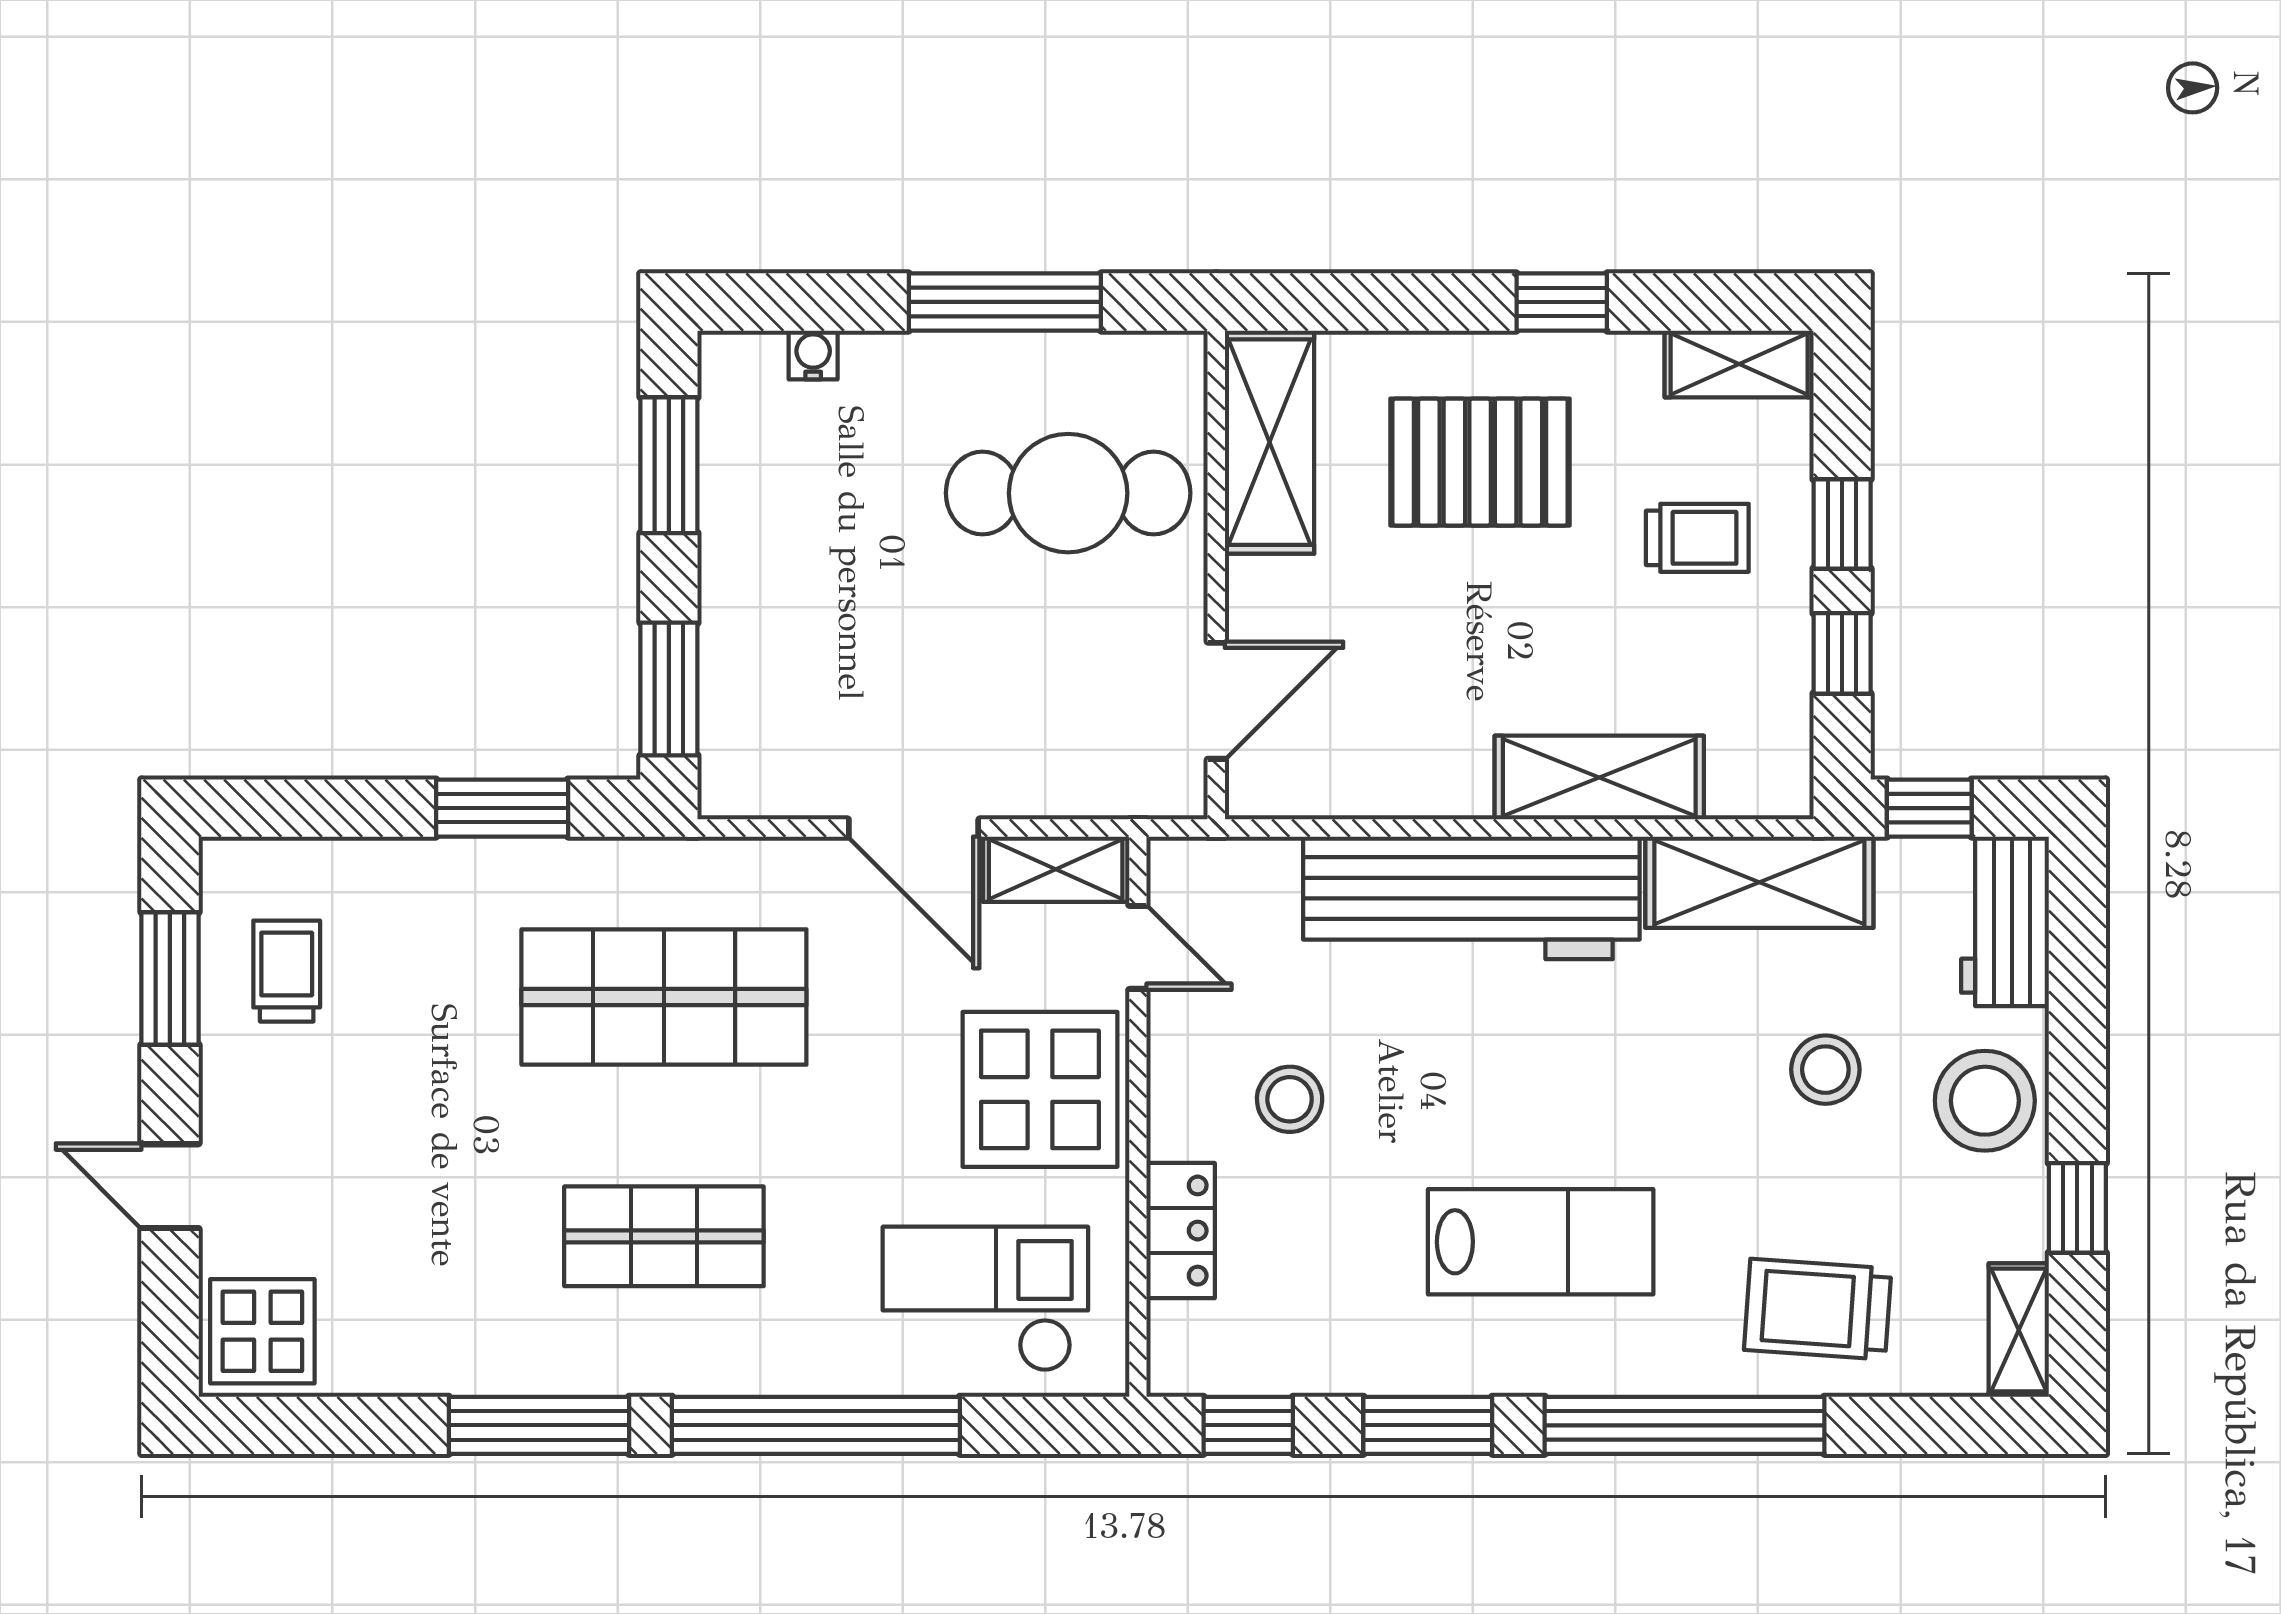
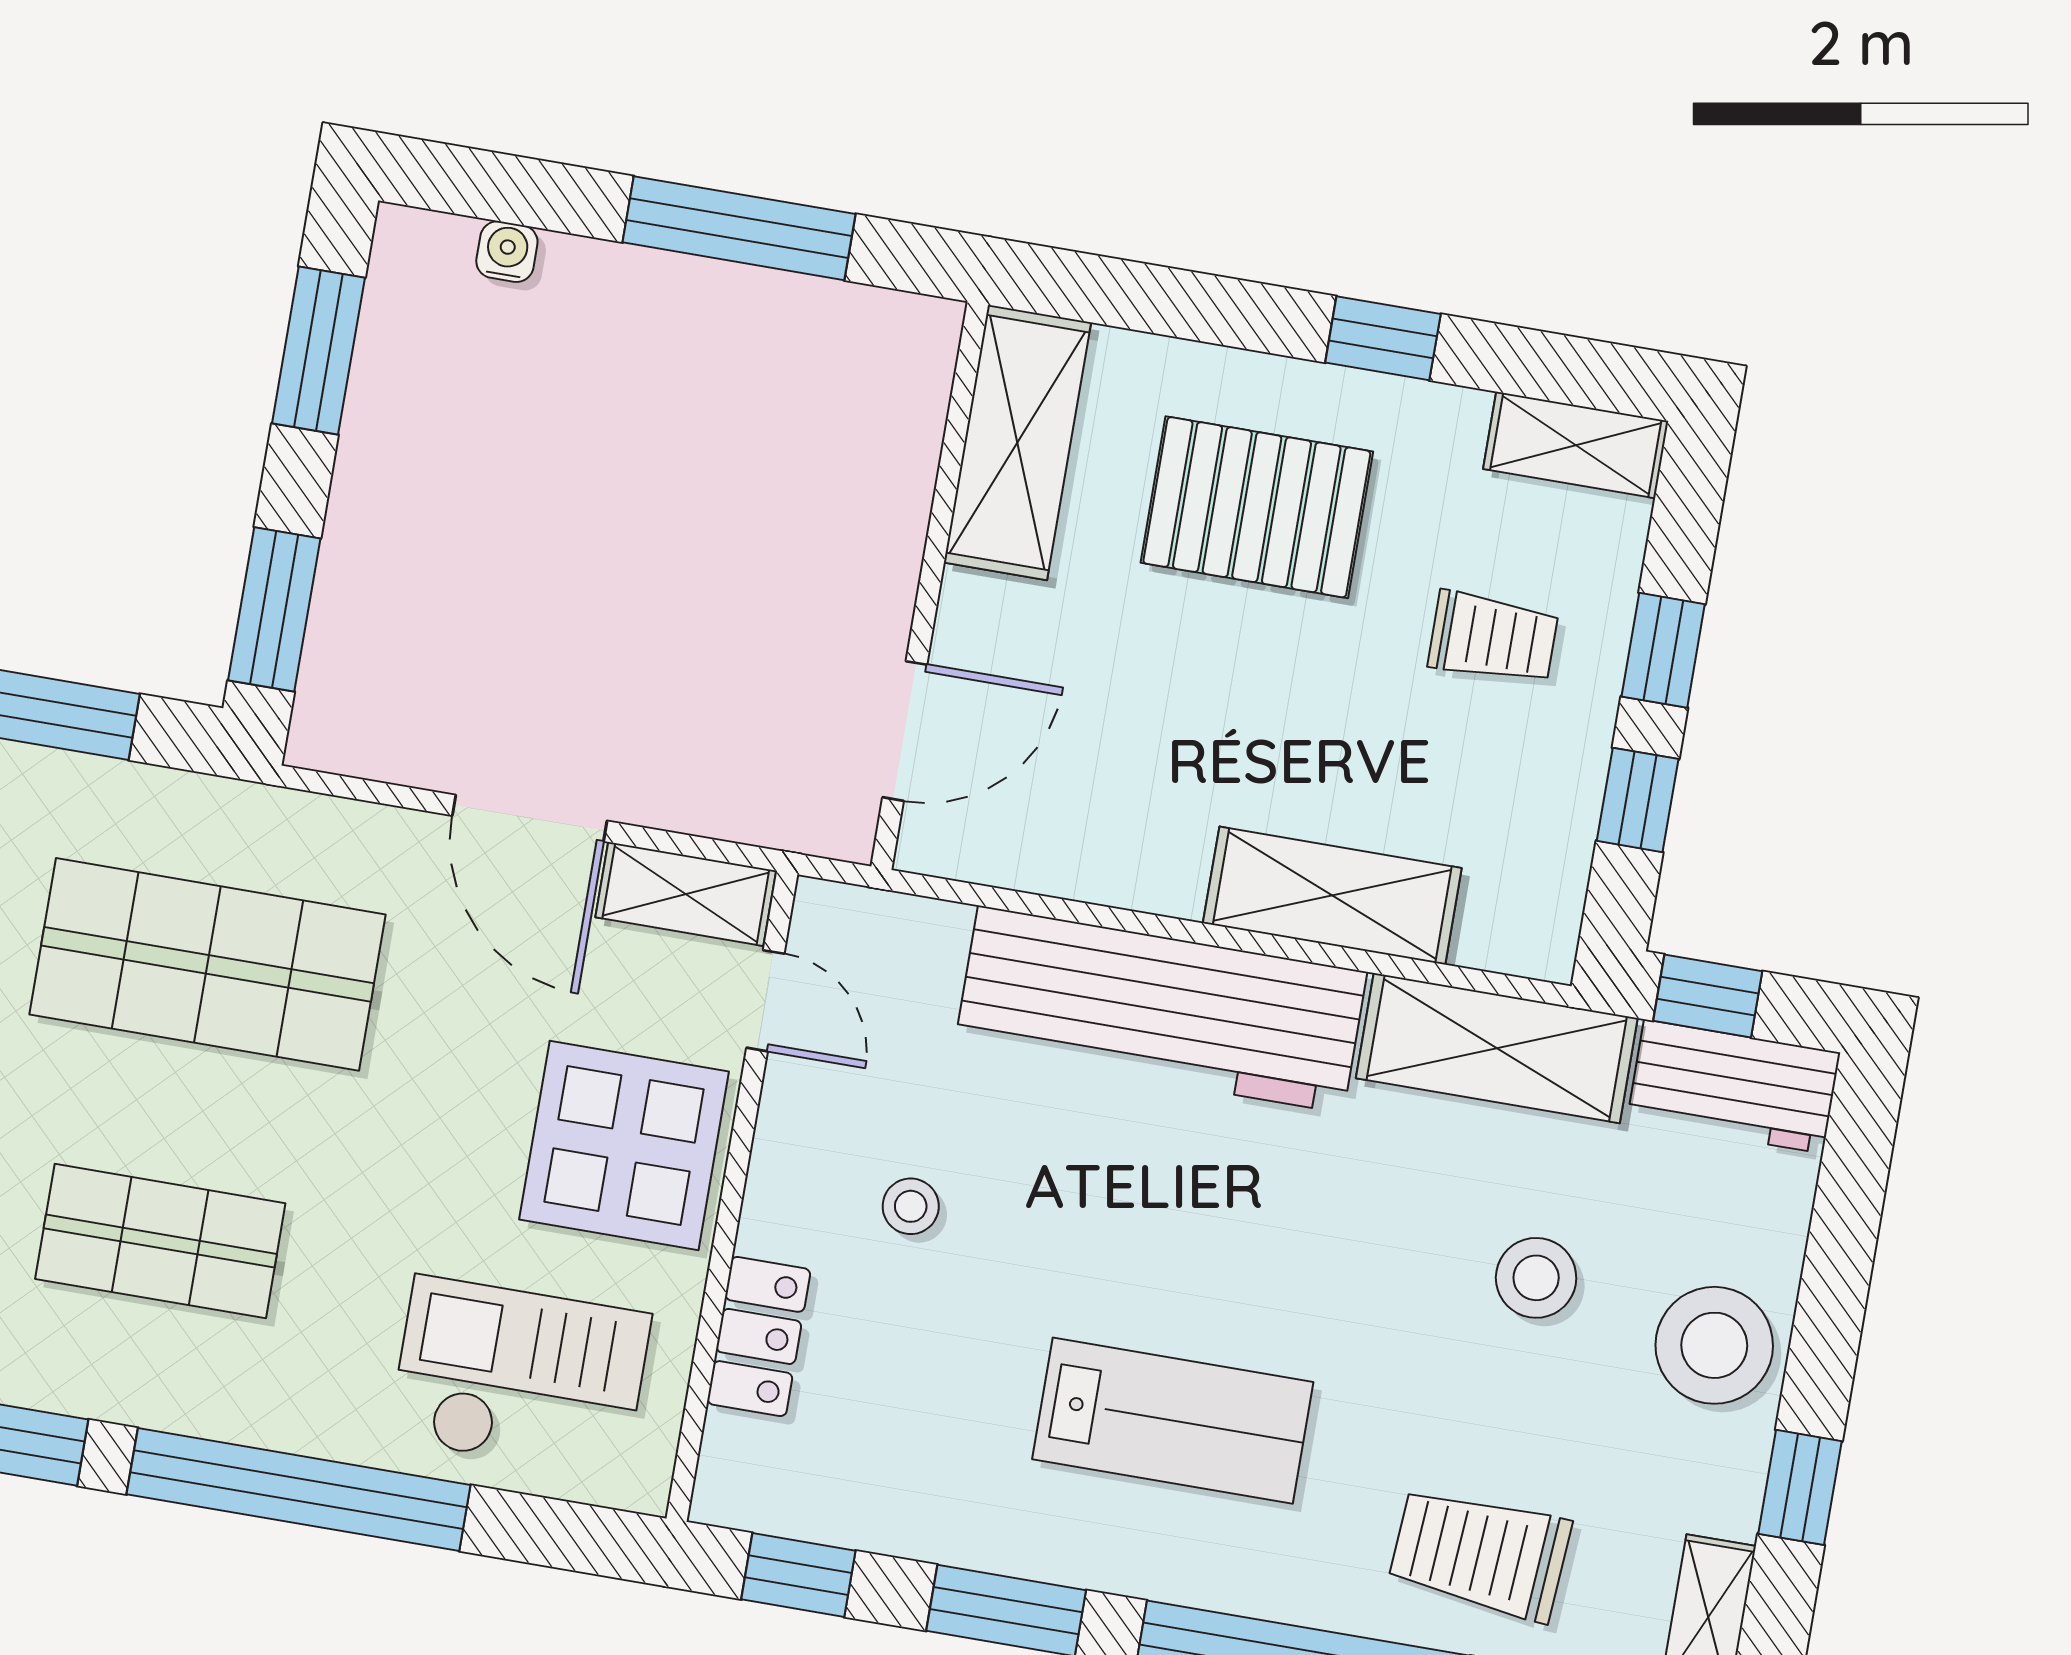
cafe table: (1068, 493) -> (774, 462), removed
workbench: (2005, 921) -> (1734, 1086), moved, turned -90
stool: (1290, 1099) -> (911, 1206), width x0.73, depth x0.73

